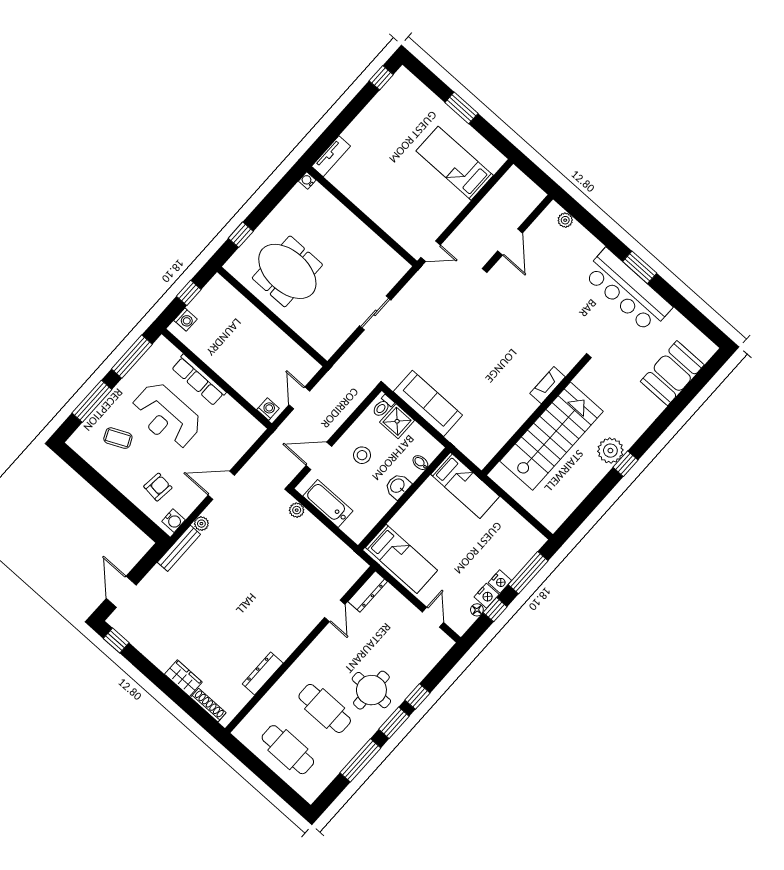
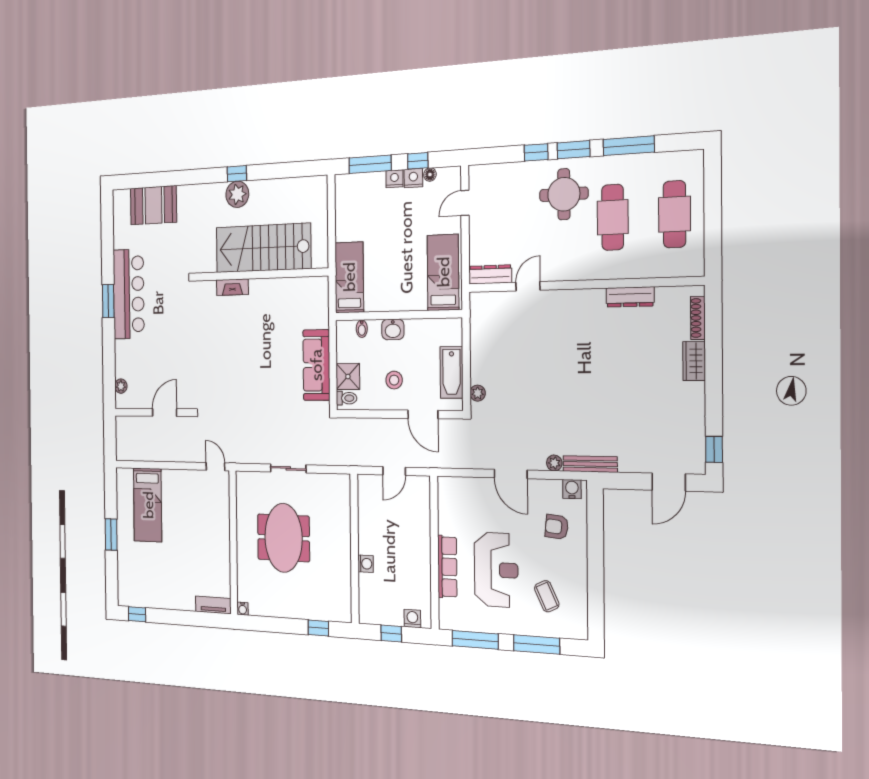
meeting table: (287, 271) -> (284, 538), moved
washing machine: (268, 409) -> (366, 564), moved, turned 180

